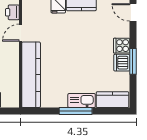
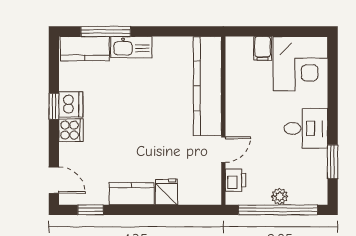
window: (133, 61) -> (54, 106), width x0.67
window: (76, 111) -> (106, 31), moved

